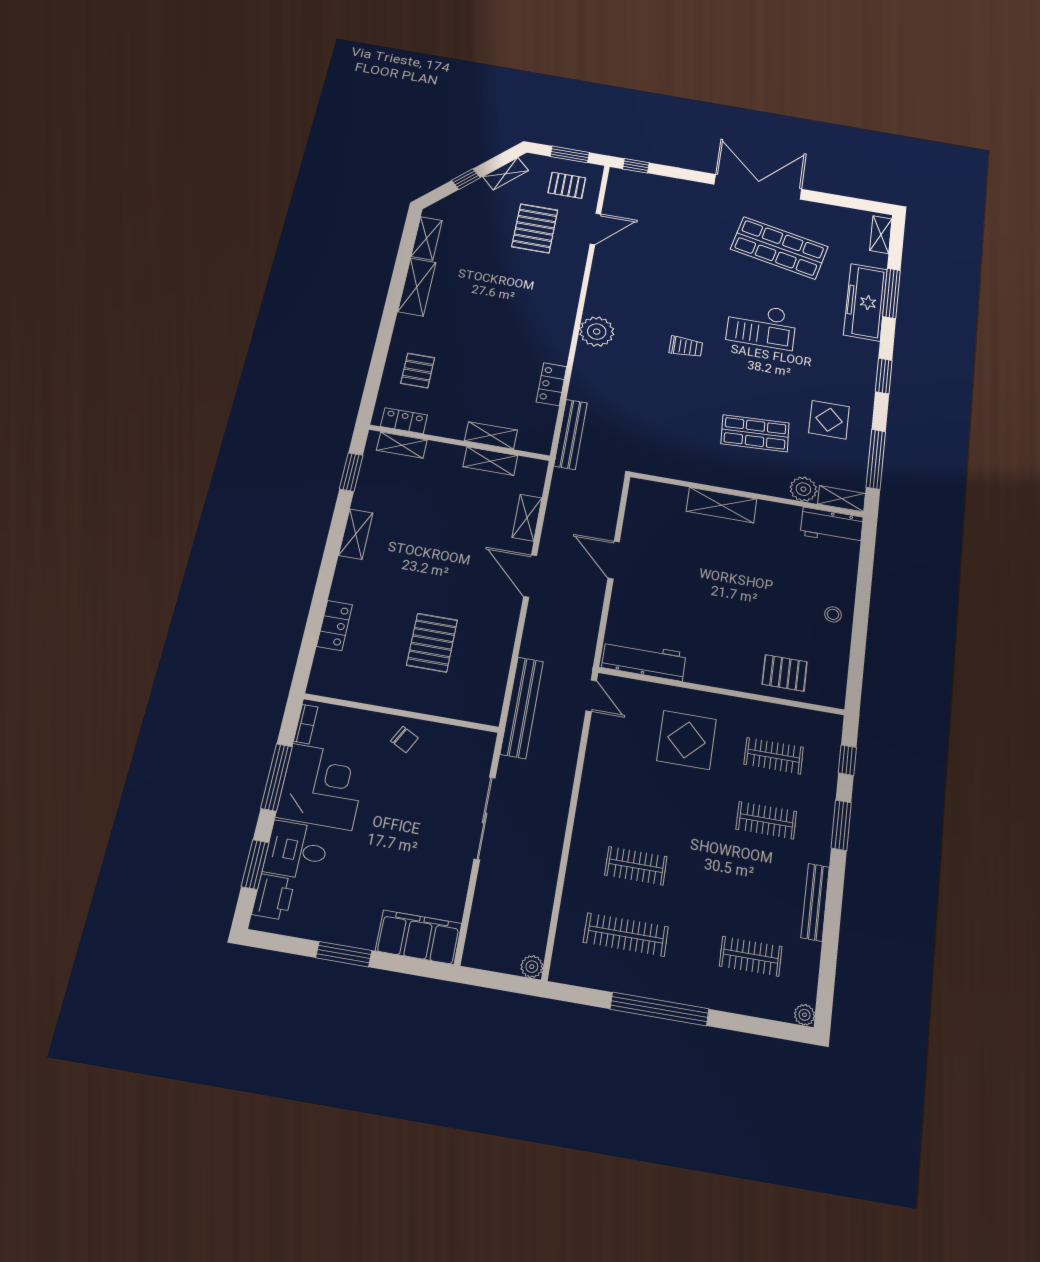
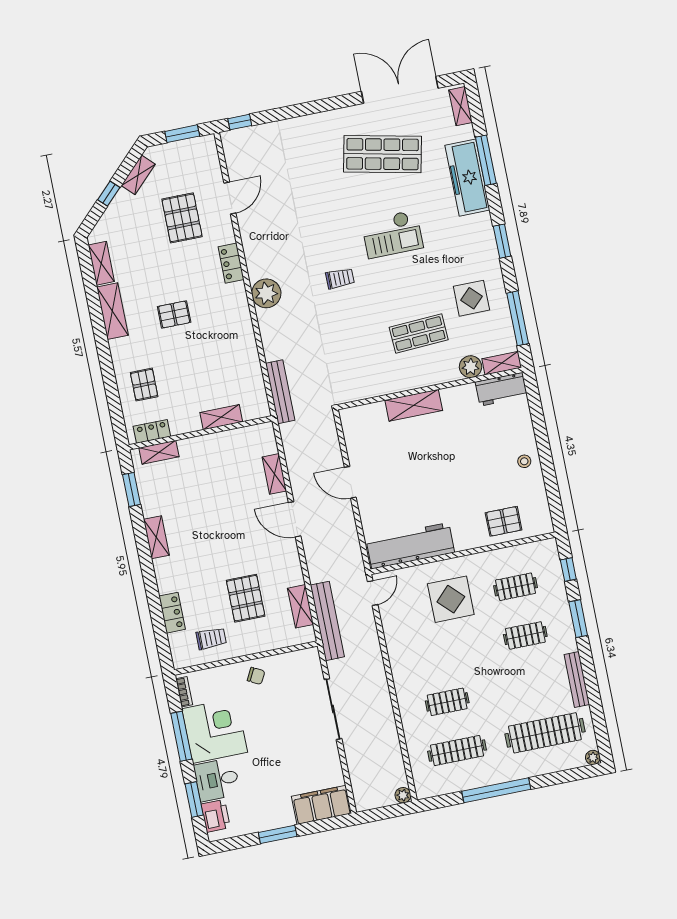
pallet: (567, 185) -> (174, 314), moved
double door: (758, 187) -> (400, 90), moved
locker: (551, 384) -> (231, 263), moved
shelving: (490, 461) -> (300, 606), moved, turned 90
workbench: (644, 660) -> (410, 546), width x1.36, depth x1.32
trolley: (369, 673) -> (211, 638), added
door: (591, 696) -> (373, 593), hinge flipped
clothes rail: (751, 956) -> (545, 733), width x1.86, depth x1.31

